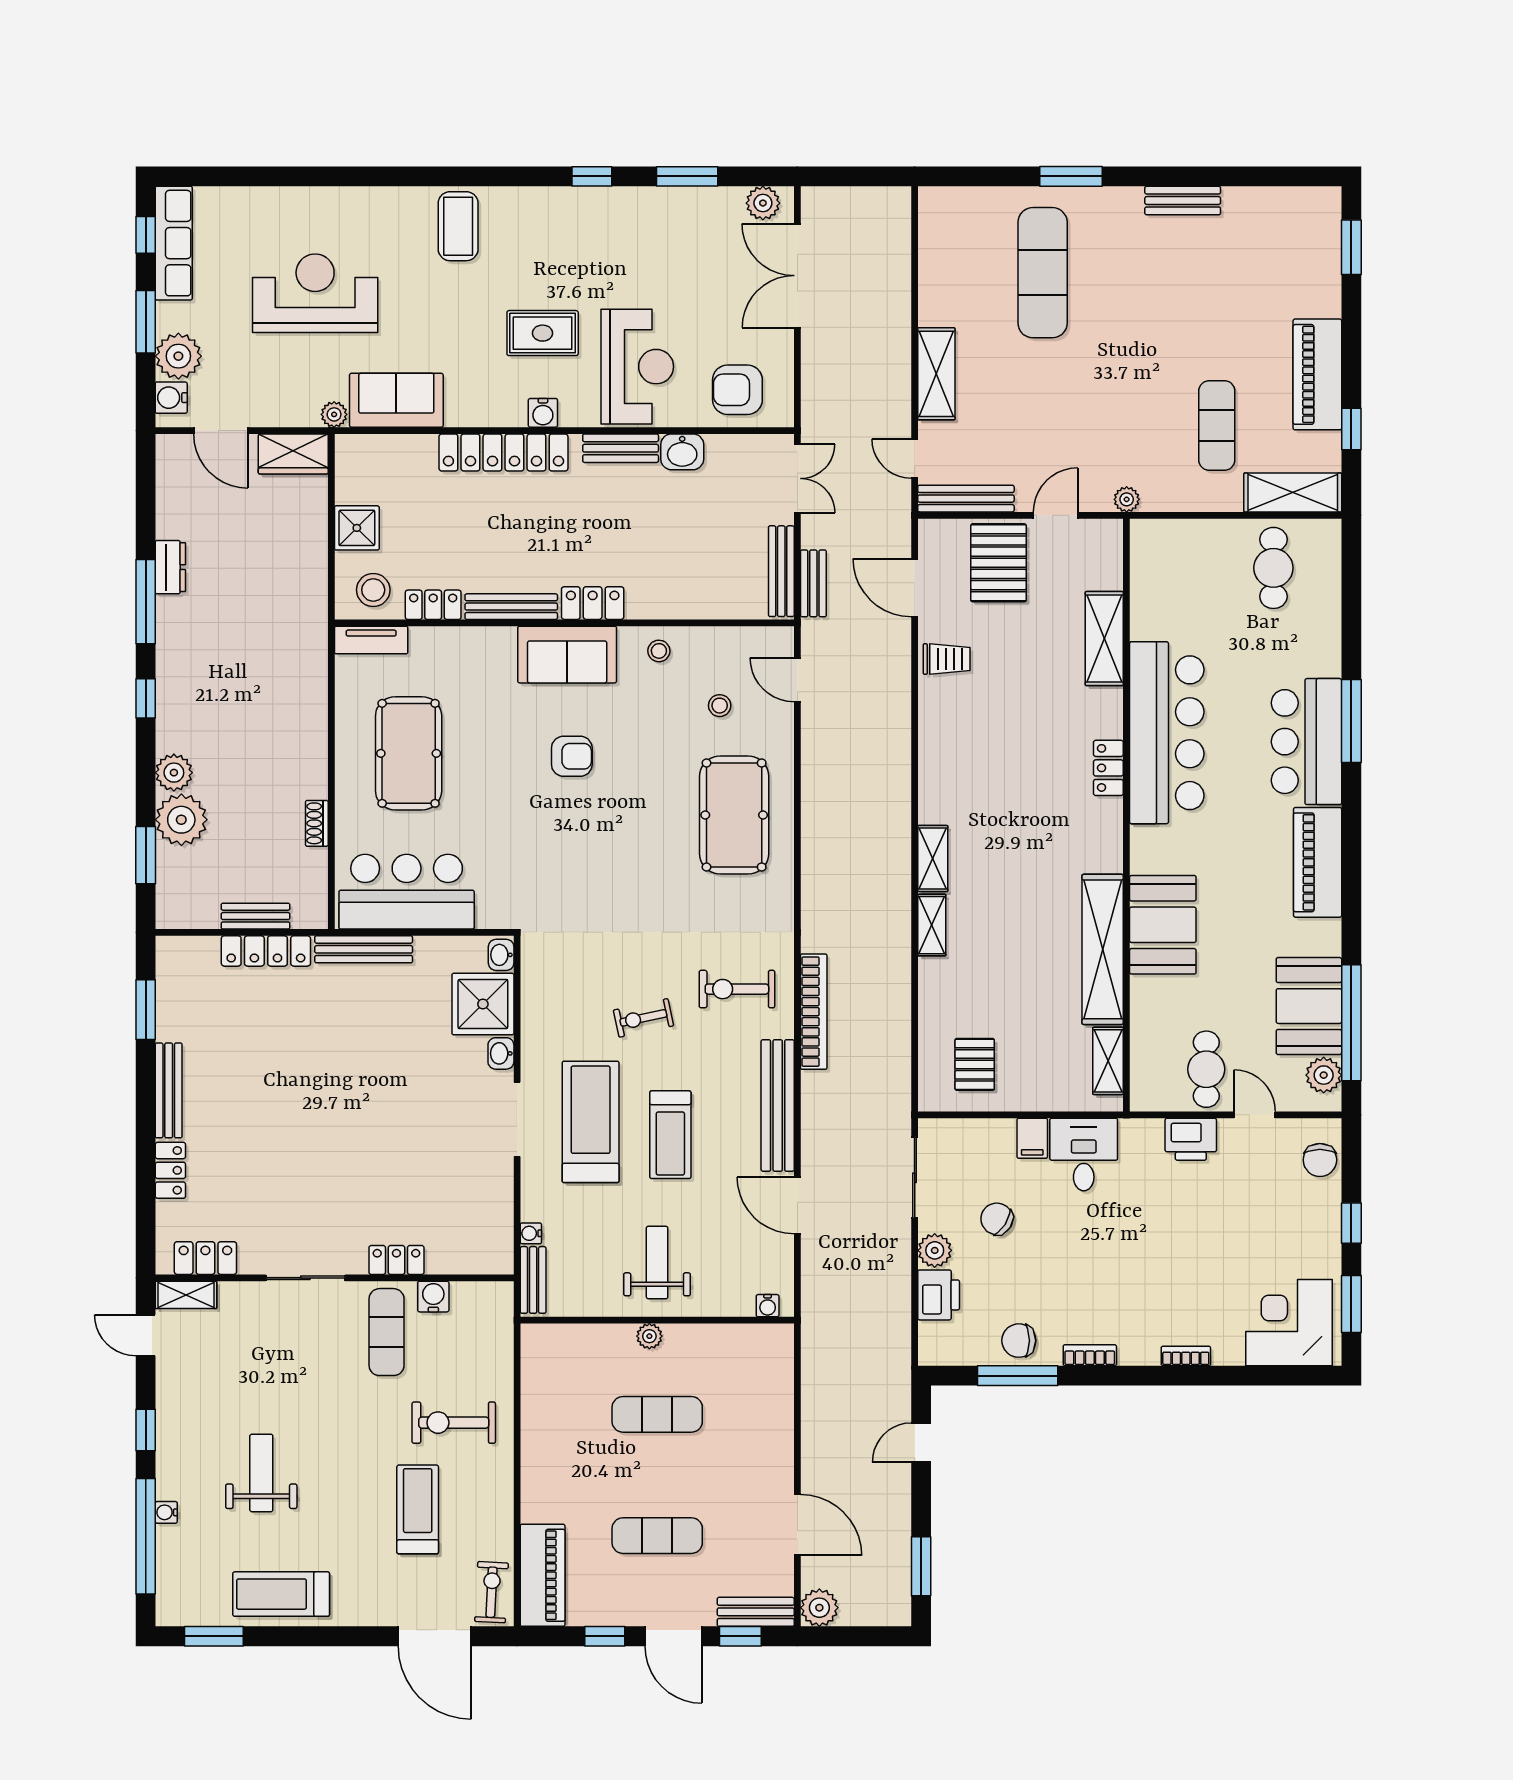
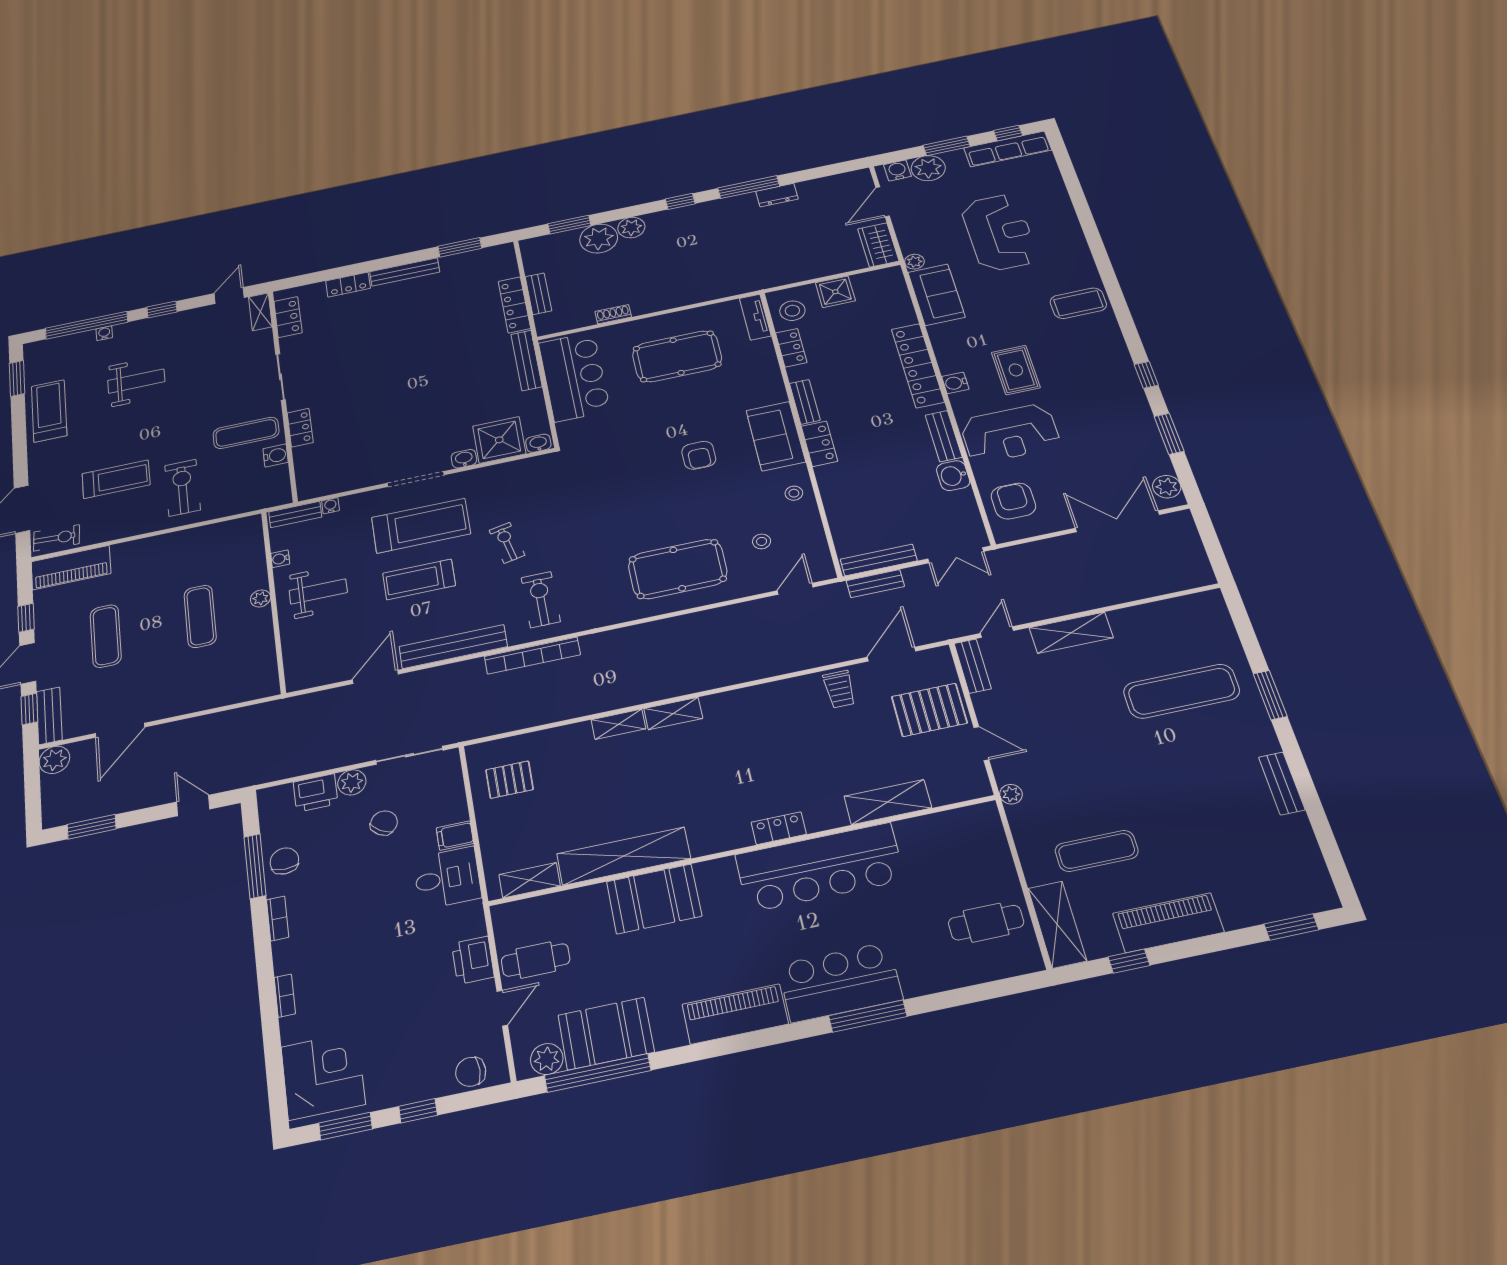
bench: (966, 499) -> (973, 666), width x0.73
bench: (511, 607) -> (805, 402), width x0.73
water cooler: (768, 1306) -> (280, 559), moved

